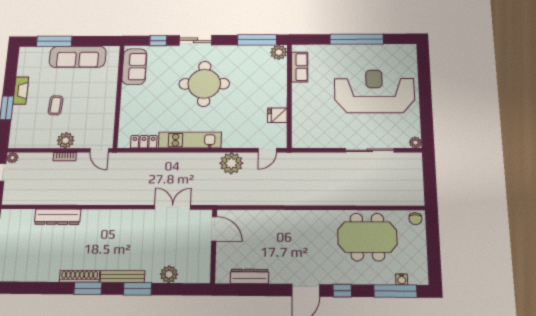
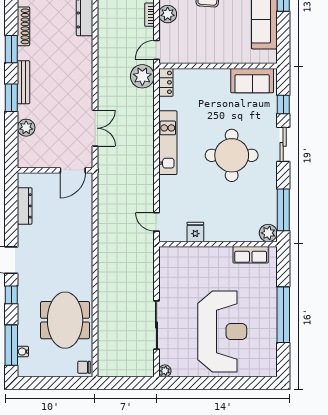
locker: (144, 142) -> (166, 82), moved
plant: (231, 163) -> (142, 76), moved
shoe rack: (80, 276) -> (24, 26), moved

